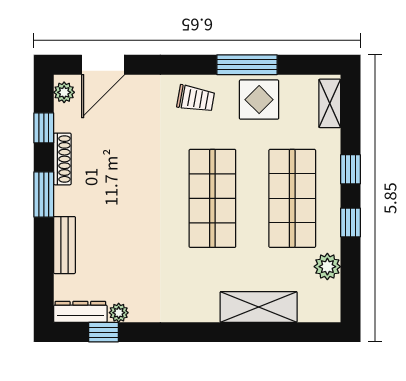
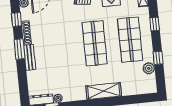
window: (350, 222) -> (158, 58), moved
bench: (65, 245) -> (30, 57), moved
shelving: (259, 307) -> (104, 91), moved

